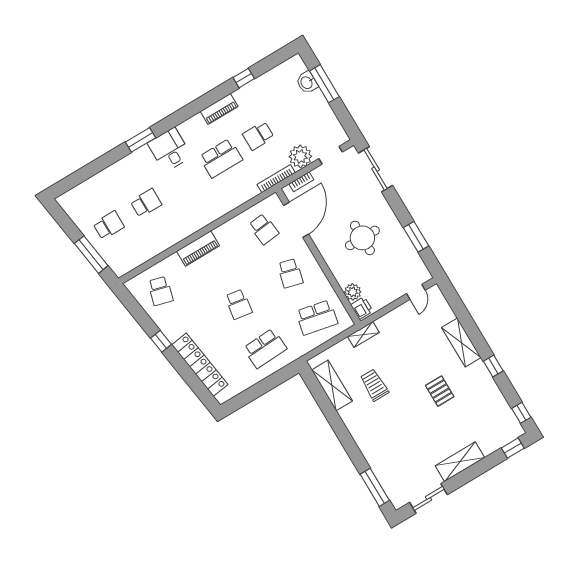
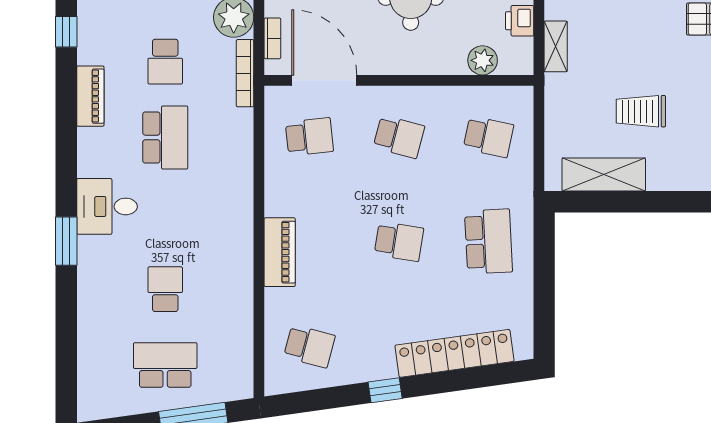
school desk: (109, 225) -> (165, 365), width x1.85
printer: (362, 308) -> (520, 21), moved, turned -90
school desk: (317, 317) -> (488, 137), width x0.54
shelving: (363, 335) -> (556, 46), moved

